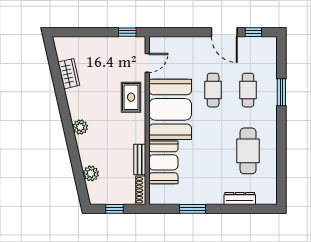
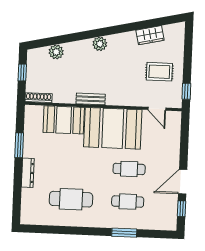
rug: (131, 97) -> (159, 72), moved
bench: (140, 159) -> (91, 99), moved
dresser: (240, 199) -> (28, 173), moved

